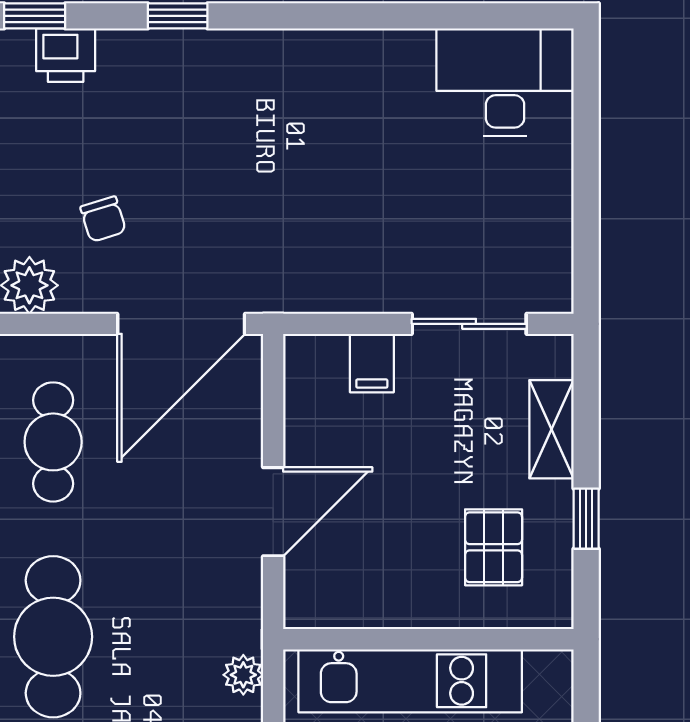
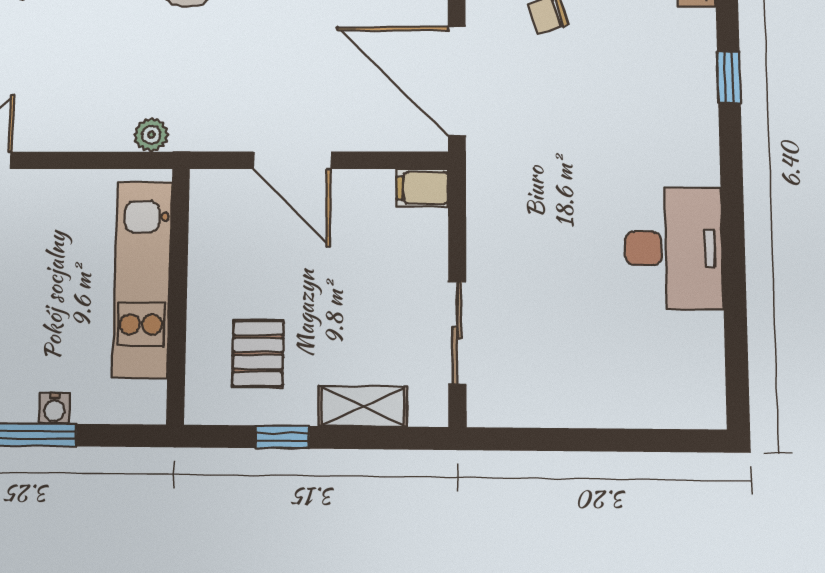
desk: (505, 82) -> (673, 248), moved
filing cabinet: (372, 363) -> (422, 188), moved
pallet: (494, 547) -> (258, 353), turned 90

